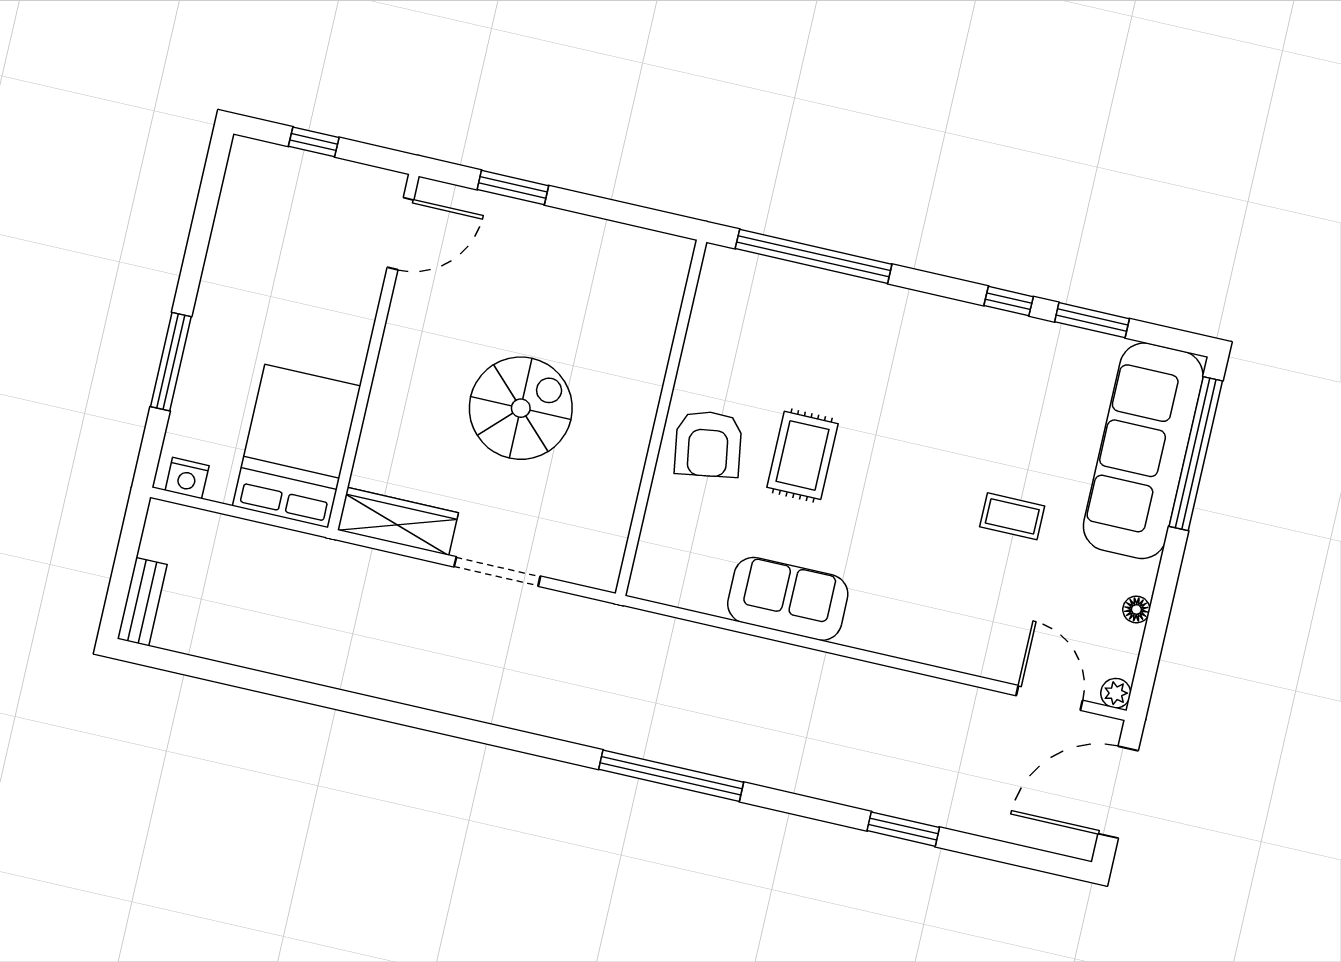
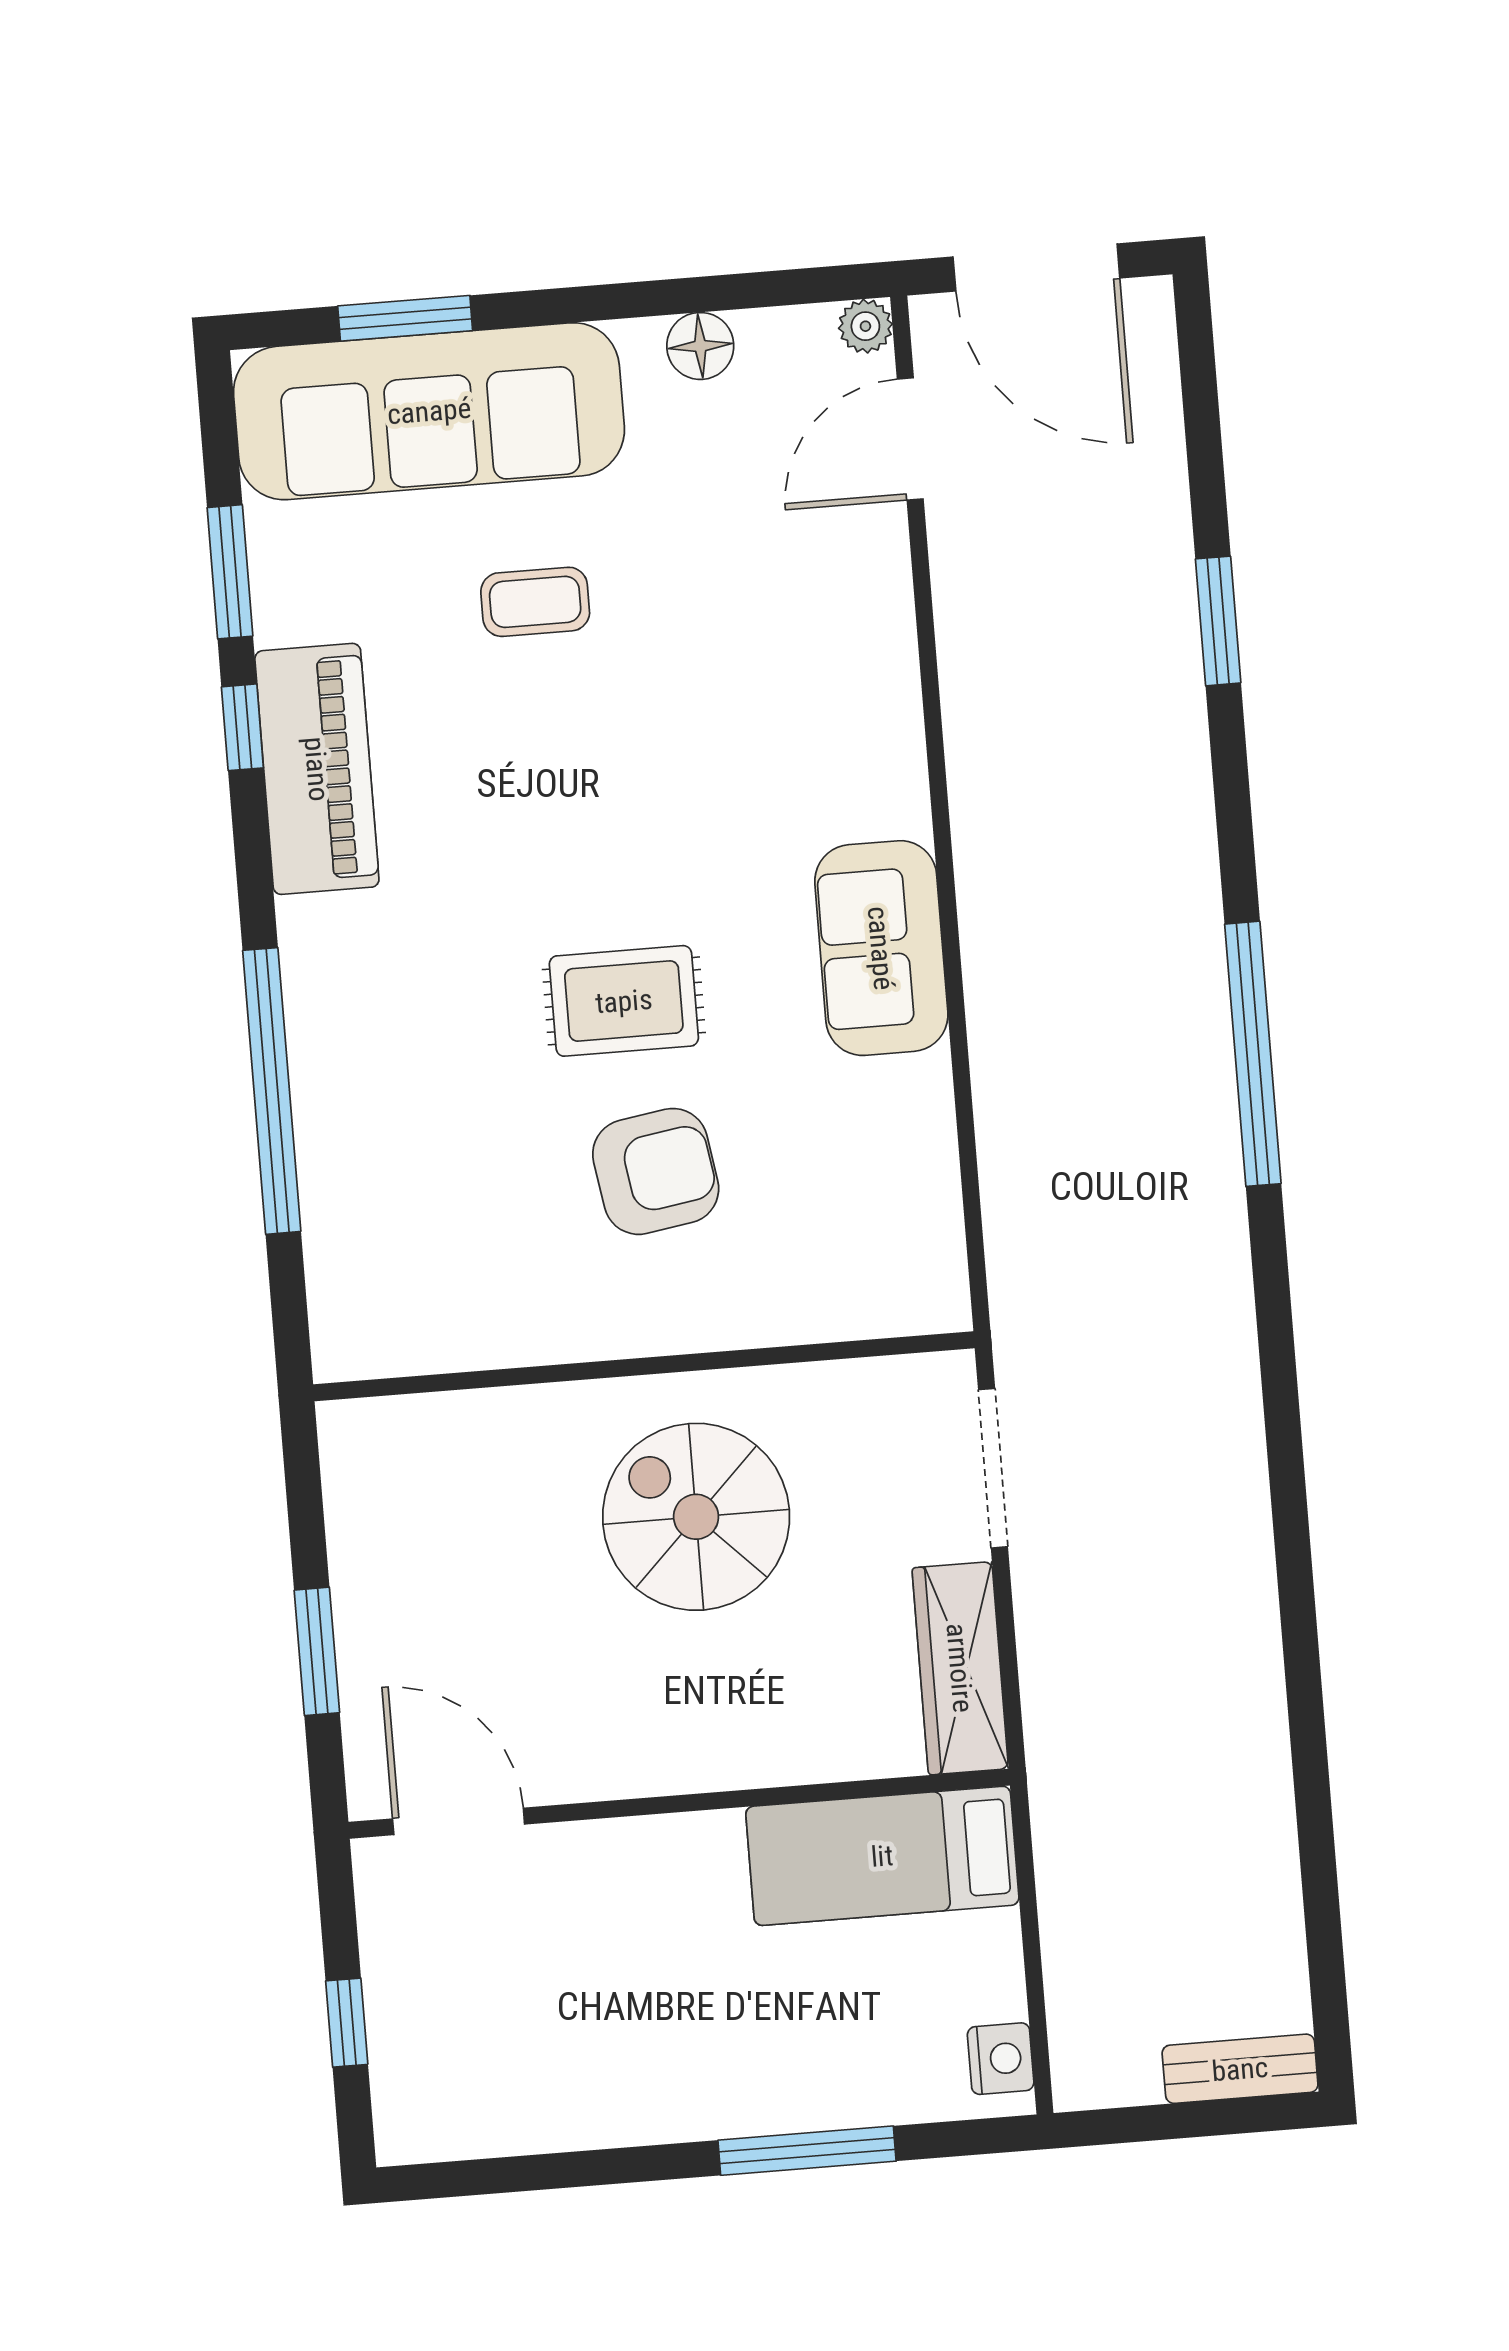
piano: (975, 333) -> (317, 769), added
wall: (661, 418) -> (644, 1366), moved
bed: (297, 446) -> (882, 1856), width x0.67
window: (1196, 454) -> (405, 318), width x0.47
coffee table: (1012, 516) -> (535, 602), moved, turned 90
floor lamp: (1136, 609) -> (700, 346), width x1.37, depth x1.37

